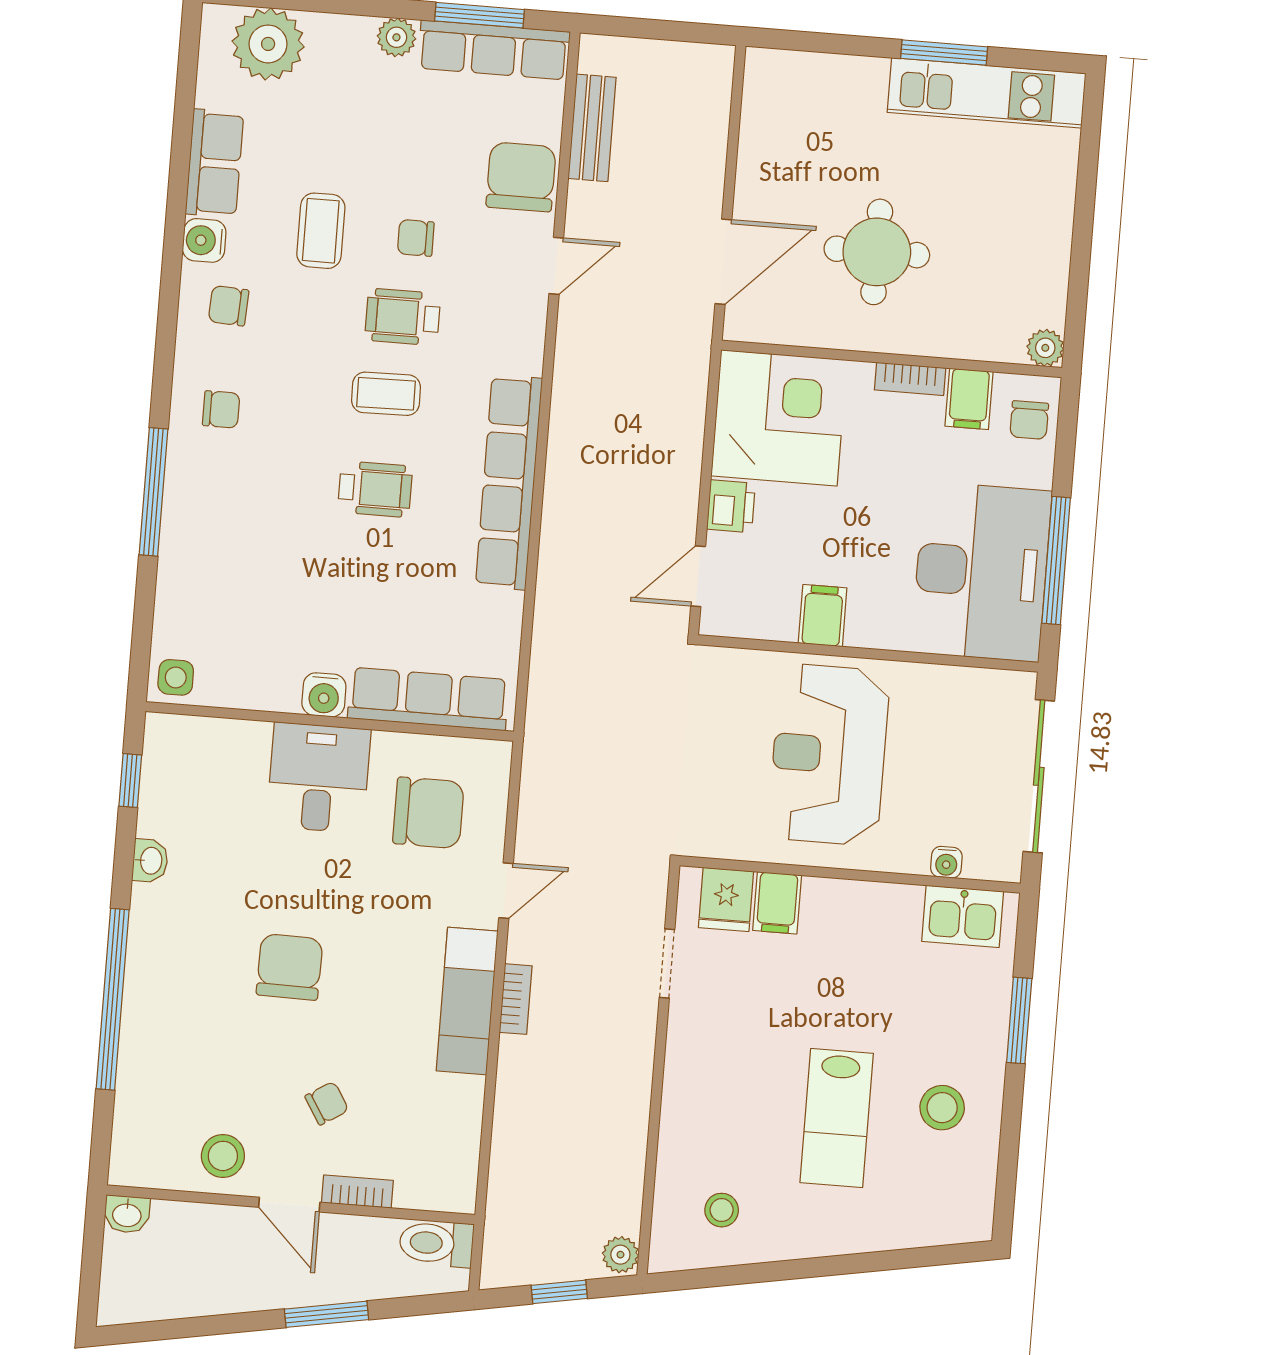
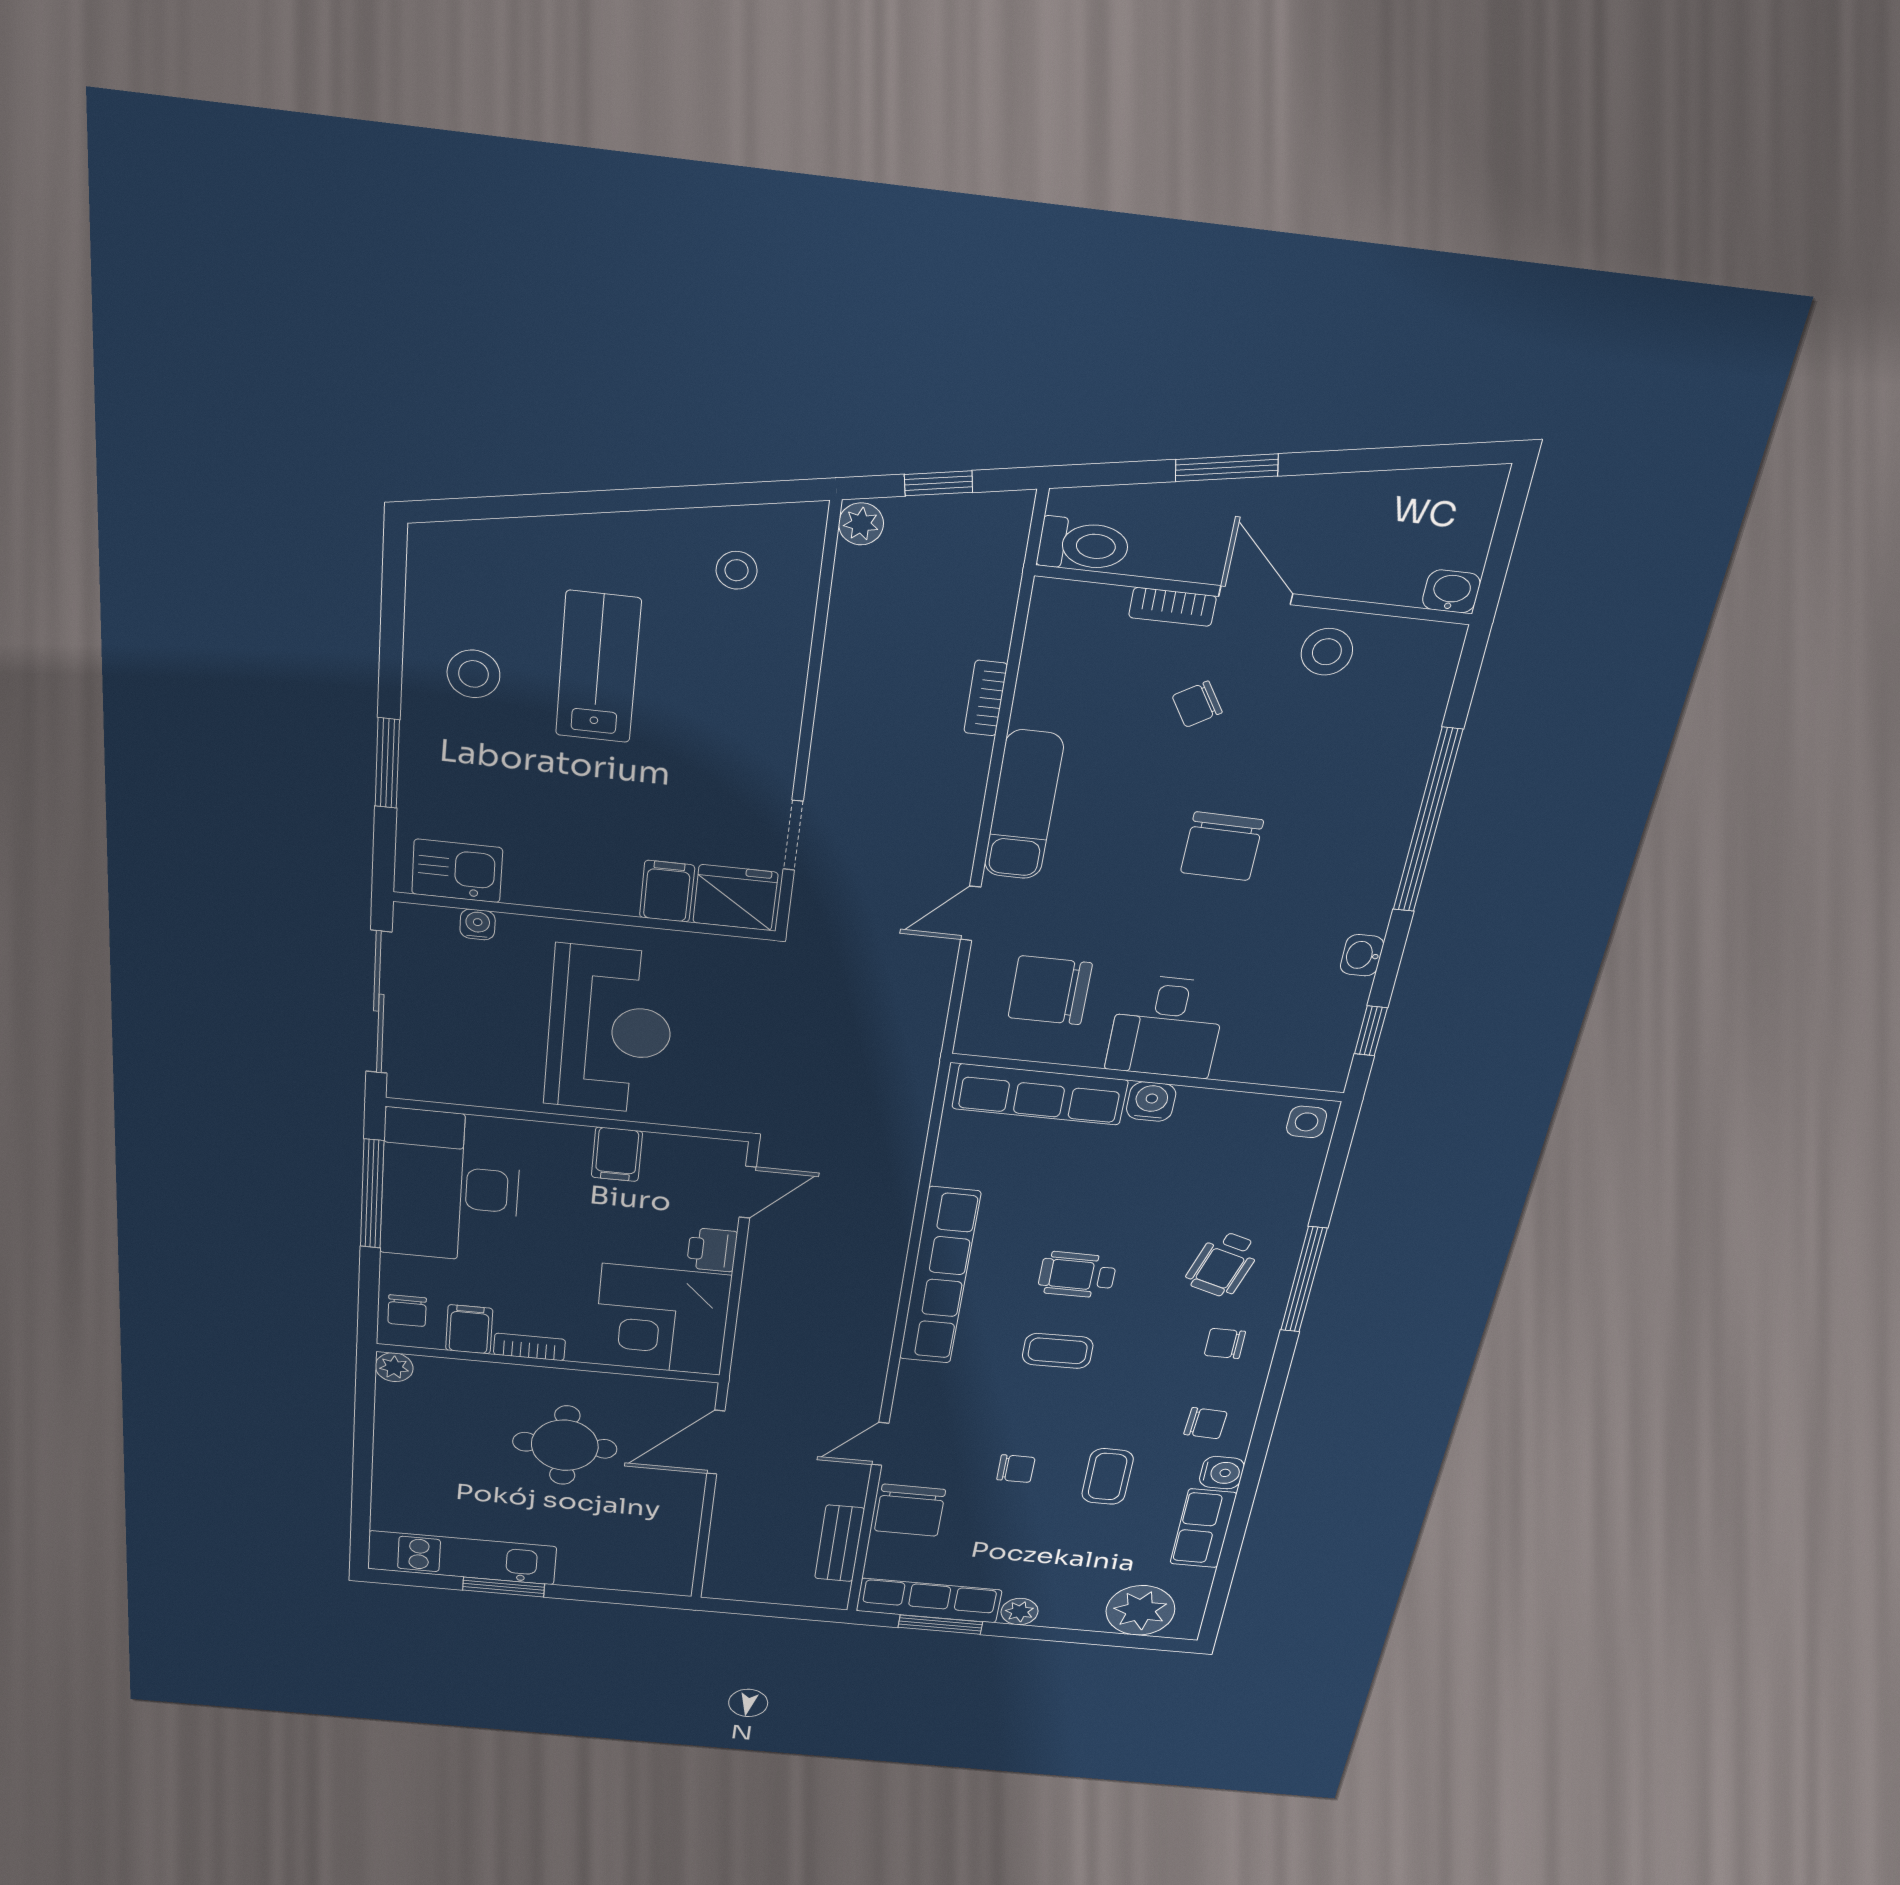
wheelchair: (403, 317) -> (1223, 1264), moved, turned 107
chair: (1029, 420) -> (407, 1311), turned 180
fridge: (726, 899) -> (735, 898), width x1.38
bookcase: (516, 999) -> (986, 698), moved

